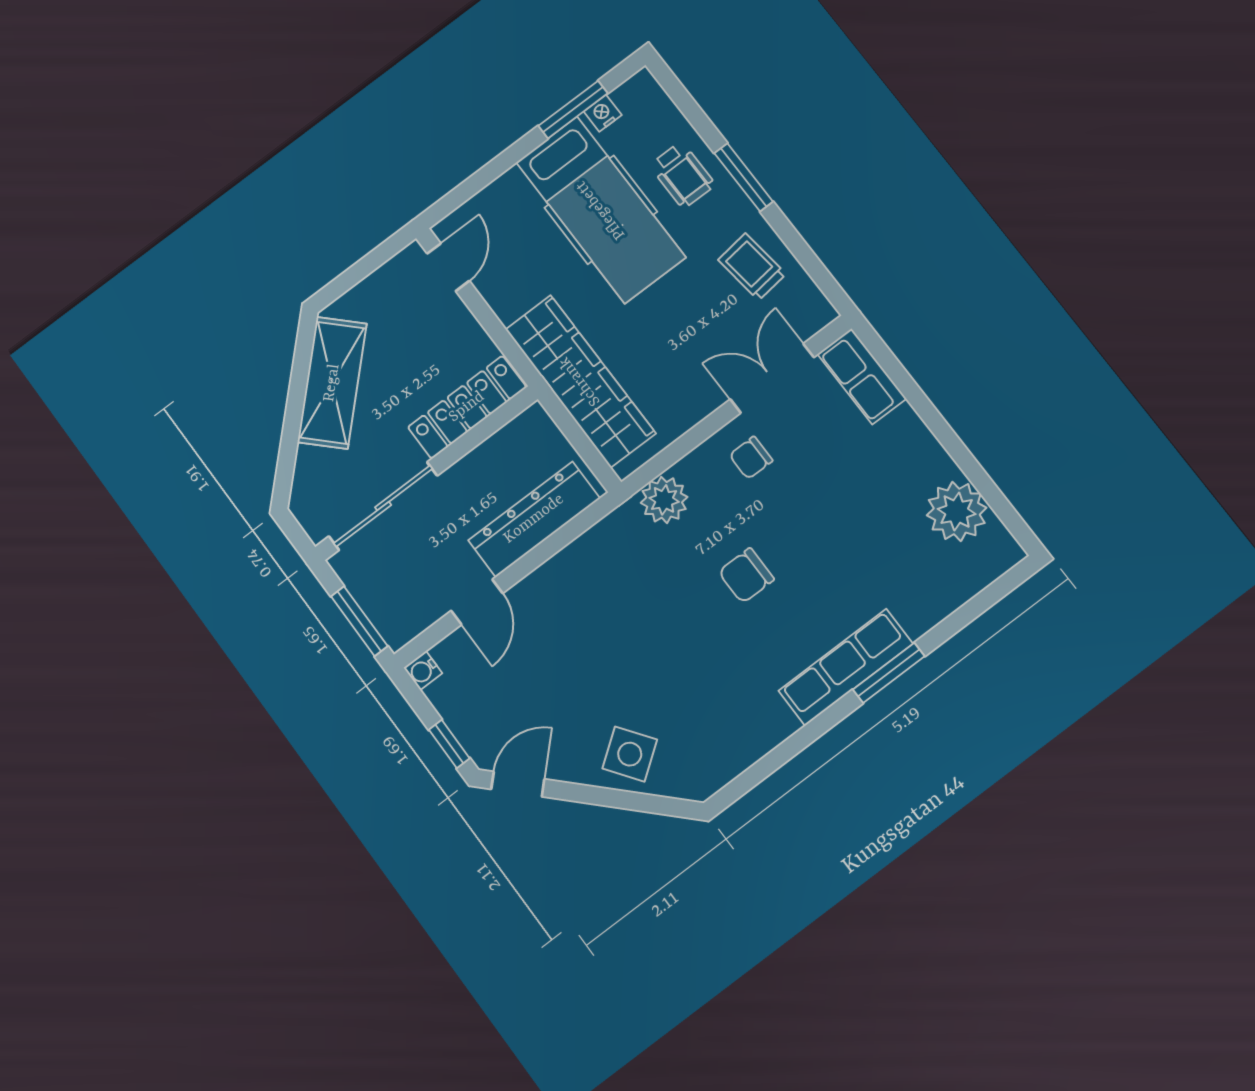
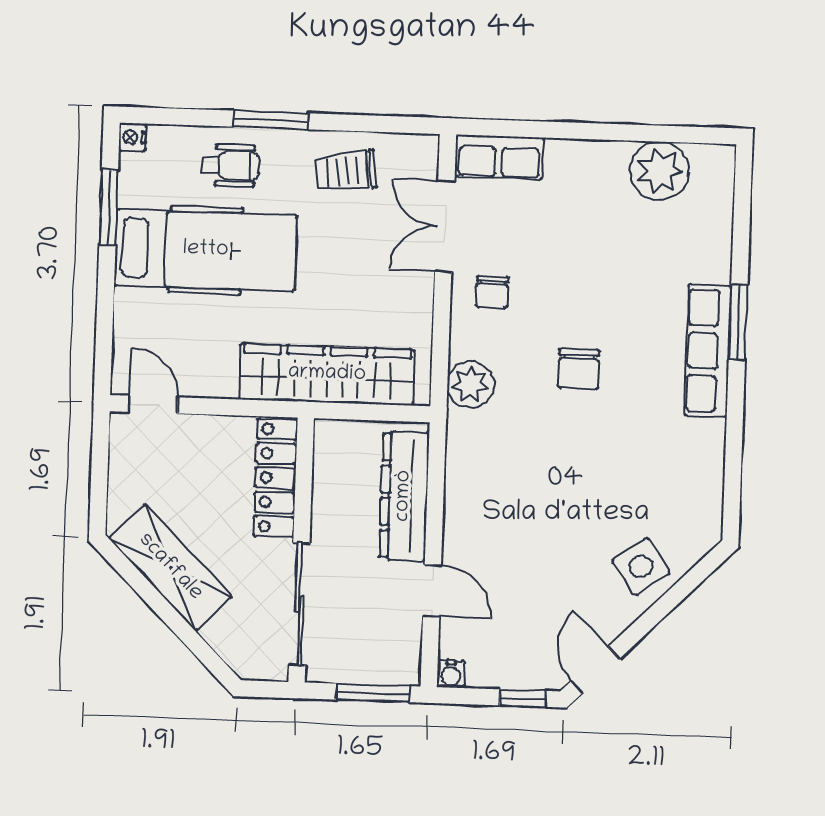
nightstand: (603, 113) -> (132, 137), moved

